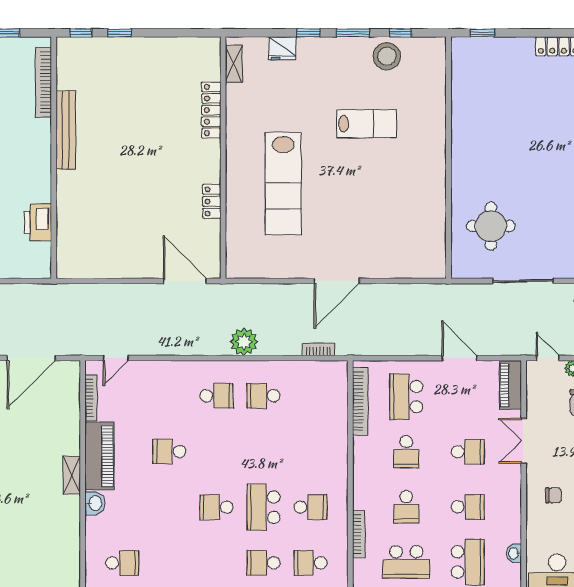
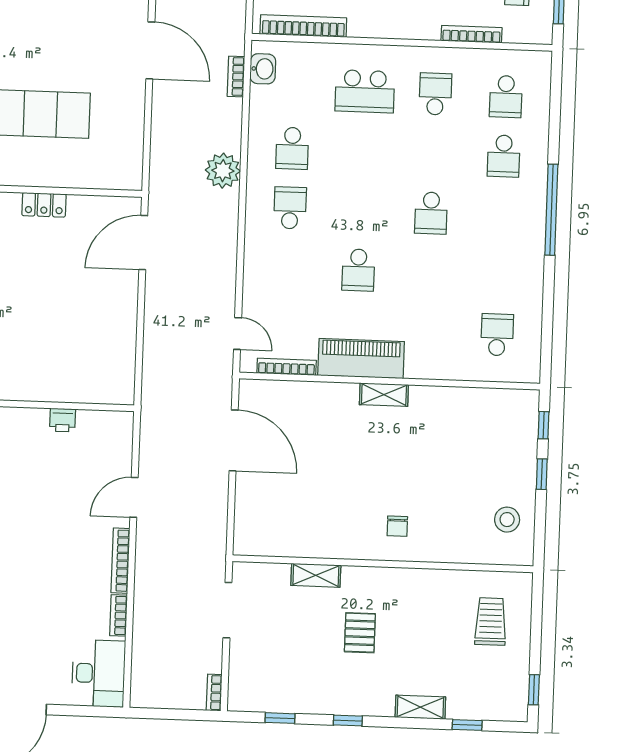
printer: (38, 222) -> (63, 420), width x0.53, depth x0.68
washbasin: (95, 503) -> (263, 69), moved, turned 90
school desk: (264, 507) -> (365, 91), moved

